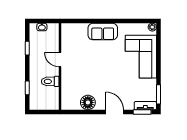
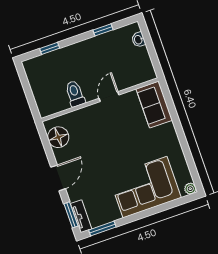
sofa: (103, 32) -> (154, 105), moved
door: (60, 60) -> (109, 97), moved
wall: (60, 66) -> (100, 100), moved
toilet: (50, 81) -> (75, 94), moved

